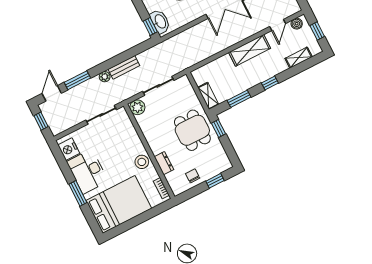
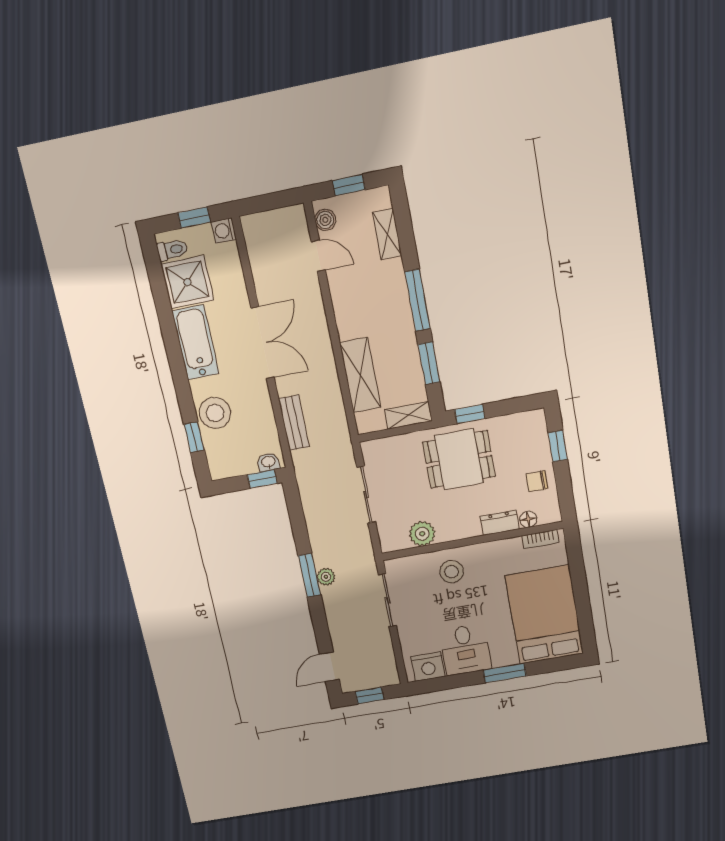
washbasin: (160, 22) -> (268, 462), width x0.52, depth x0.69
shelving: (250, 50) -> (360, 375), moved
bench: (124, 67) -> (294, 423), moved
window: (77, 80) -> (309, 575), moved
window: (270, 83) -> (418, 300), width x2.17
door: (52, 93) -> (329, 667), hinge flipped
plant: (137, 107) -> (422, 534), moved
stool: (142, 162) -> (452, 572), moved
desk: (87, 171) -> (465, 650), width x0.73
floor lamp: (170, 178) -> (528, 519), added

